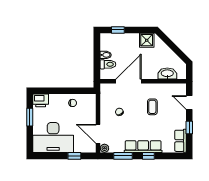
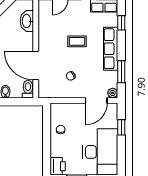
toilet: (108, 64) -> (28, 89), moved
coffee table: (152, 107) -> (77, 41), moved
window: (148, 156) -> (121, 23), moved

